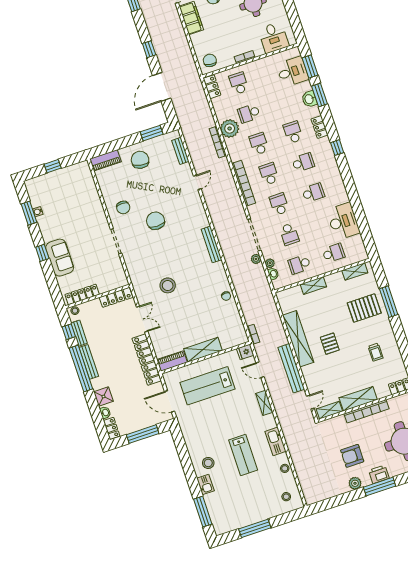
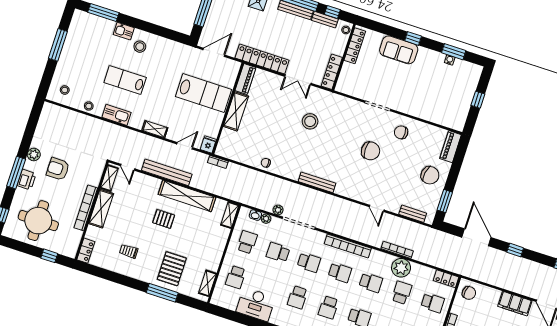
shelving: (313, 285) -> (230, 215), moved
lab bench: (208, 386) -> (204, 93), turned 90
armchair: (352, 456) -> (58, 169), turned -90

